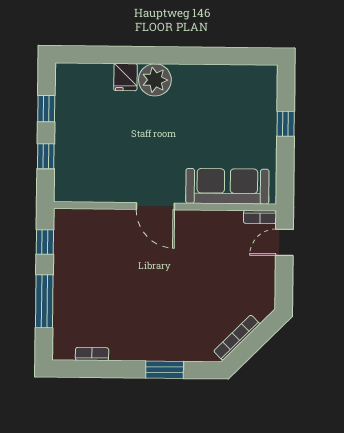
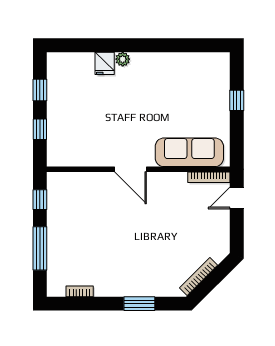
plant: (155, 80) -> (123, 59), width x0.53, depth x0.53
bookcase: (260, 217) -> (209, 177), width x1.56

